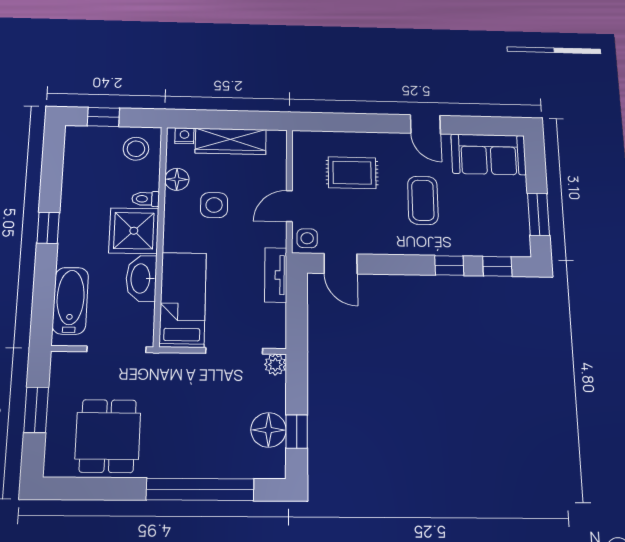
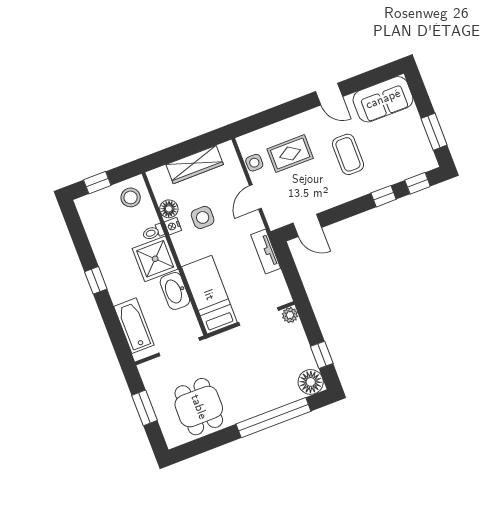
nightstand: (184, 136) -> (173, 226), moved, turned -90
side table: (307, 238) -> (254, 163), moved
floor lamp: (269, 430) -> (311, 382), moved

